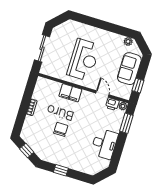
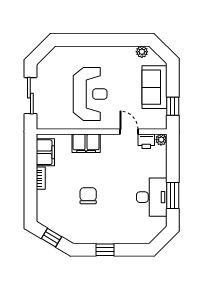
filing cabinet: (40, 90) -> (45, 152), added
window: (126, 123) -> (173, 196), moved

